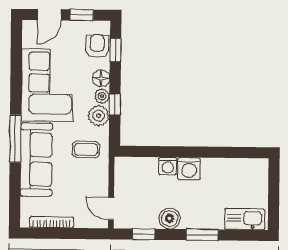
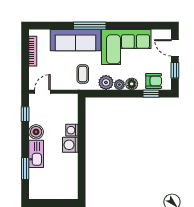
window: (115, 105) -> (114, 94), removed
kitchen sink: (245, 219) -> (36, 154), moved
window: (202, 235) -> (25, 169), moved

